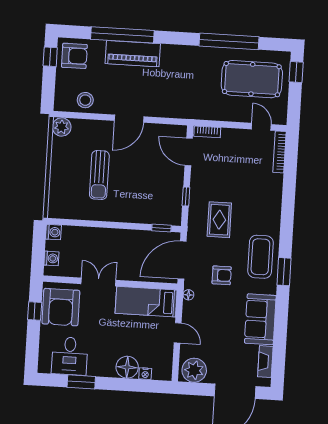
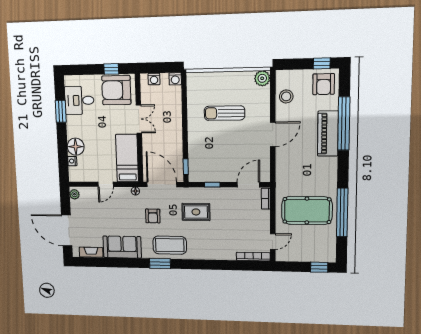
pool table: (252, 79) -> (307, 211), moved, turned 90
door: (129, 119) -> (273, 134), swing flipped
plant: (194, 370) -> (74, 194), width x0.53, depth x0.53

